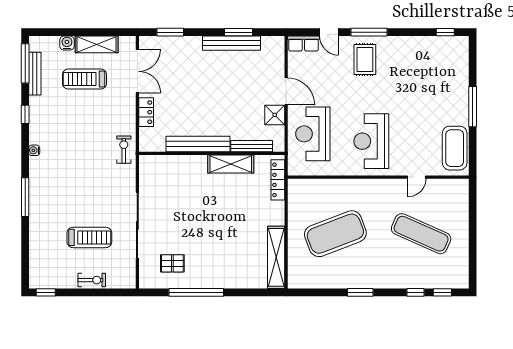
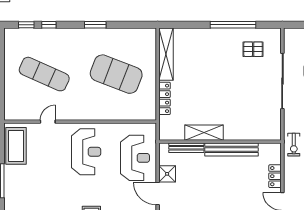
locker: (278, 180) -> (164, 98), moved
exercise mat: (335, 234) -> (116, 74), turned 42

